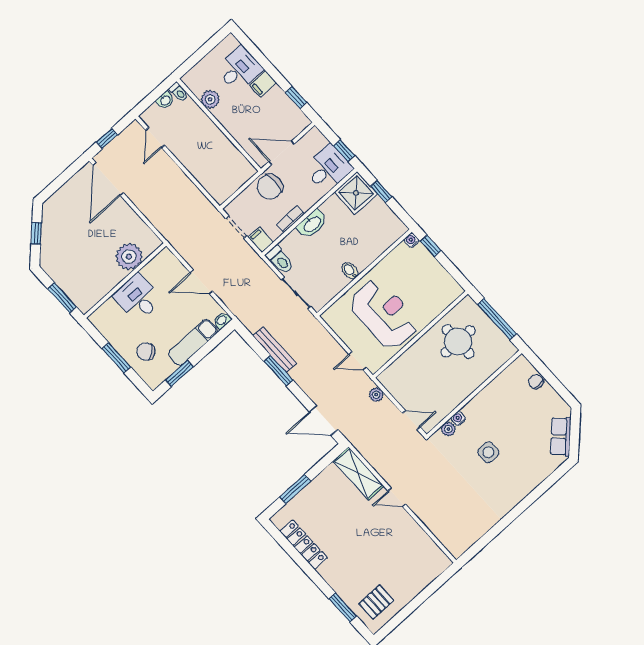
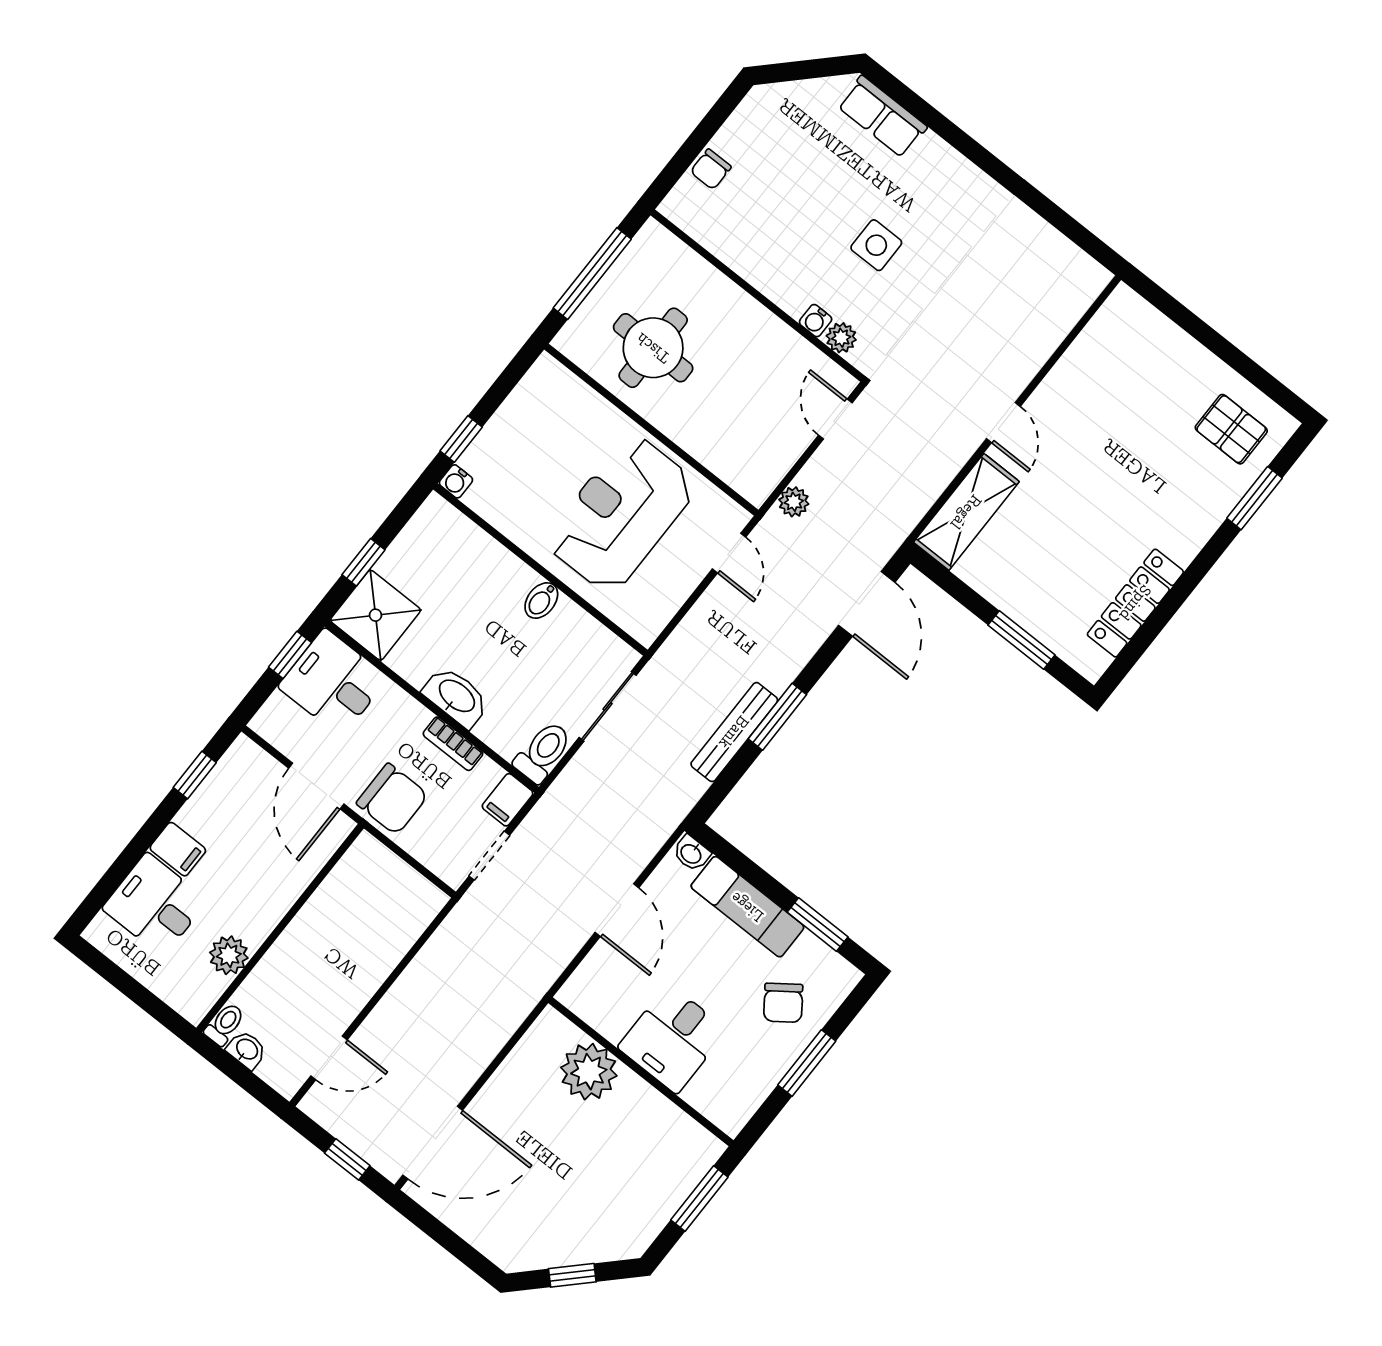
row of seats: (561, 437) -> (882, 117), moved, turned 45

